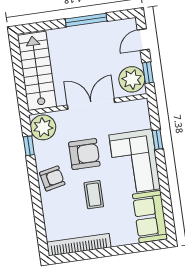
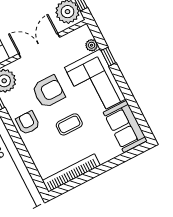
plant: (144, 122) -> (92, 45), added
armchair: (52, 178) -> (28, 123), turned -78
coffee table: (94, 195) -> (69, 124), turned 90

